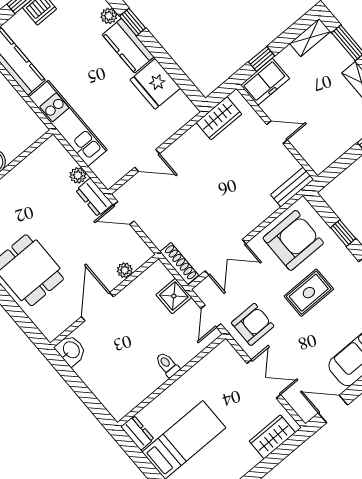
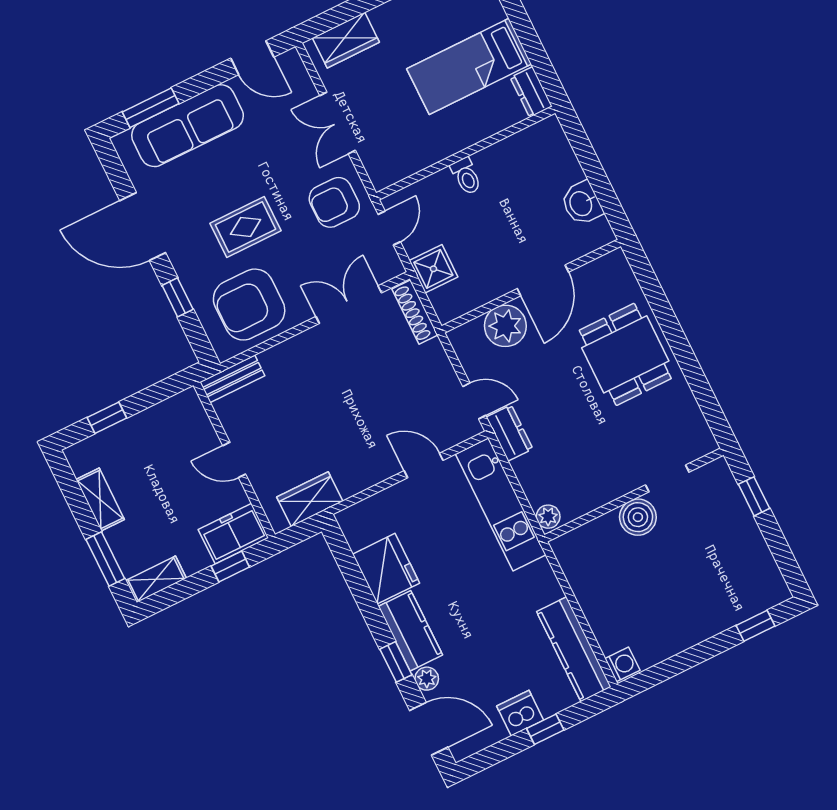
kitchen unit: (68, 123) -> (501, 504), moved
plant: (78, 175) -> (548, 517), moved
plant: (125, 270) -> (505, 326), width x1.87, depth x1.87
washbasin: (71, 350) -> (582, 203), moved

